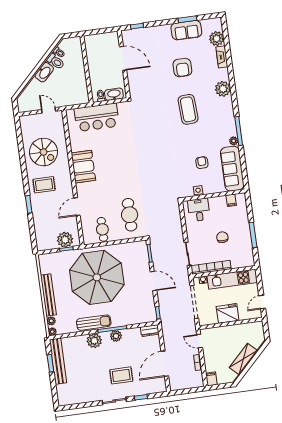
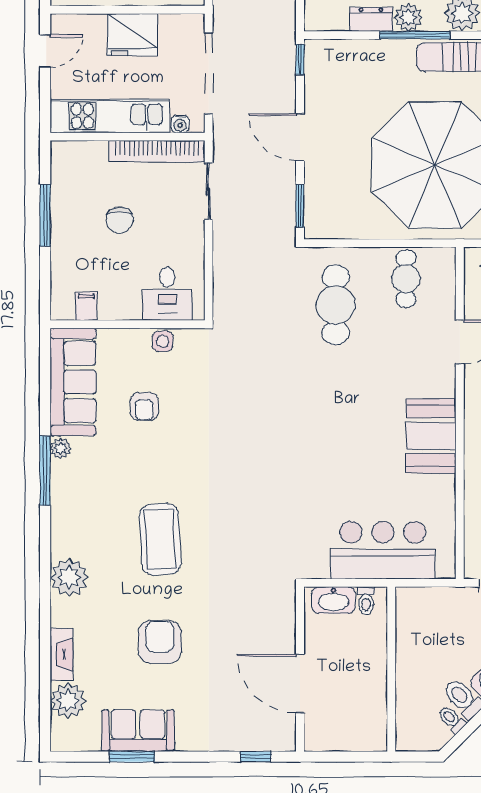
dresser: (150, 331) -> (371, 19), moved

